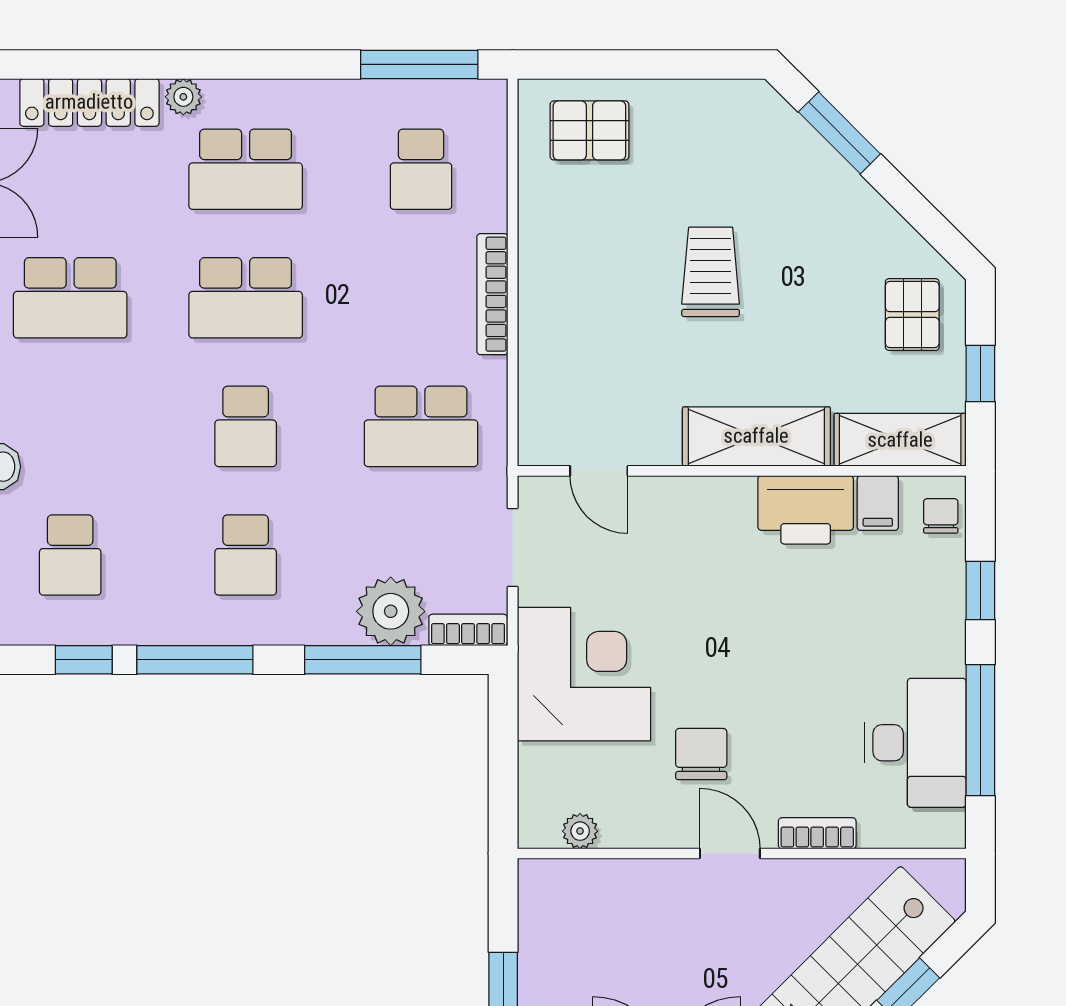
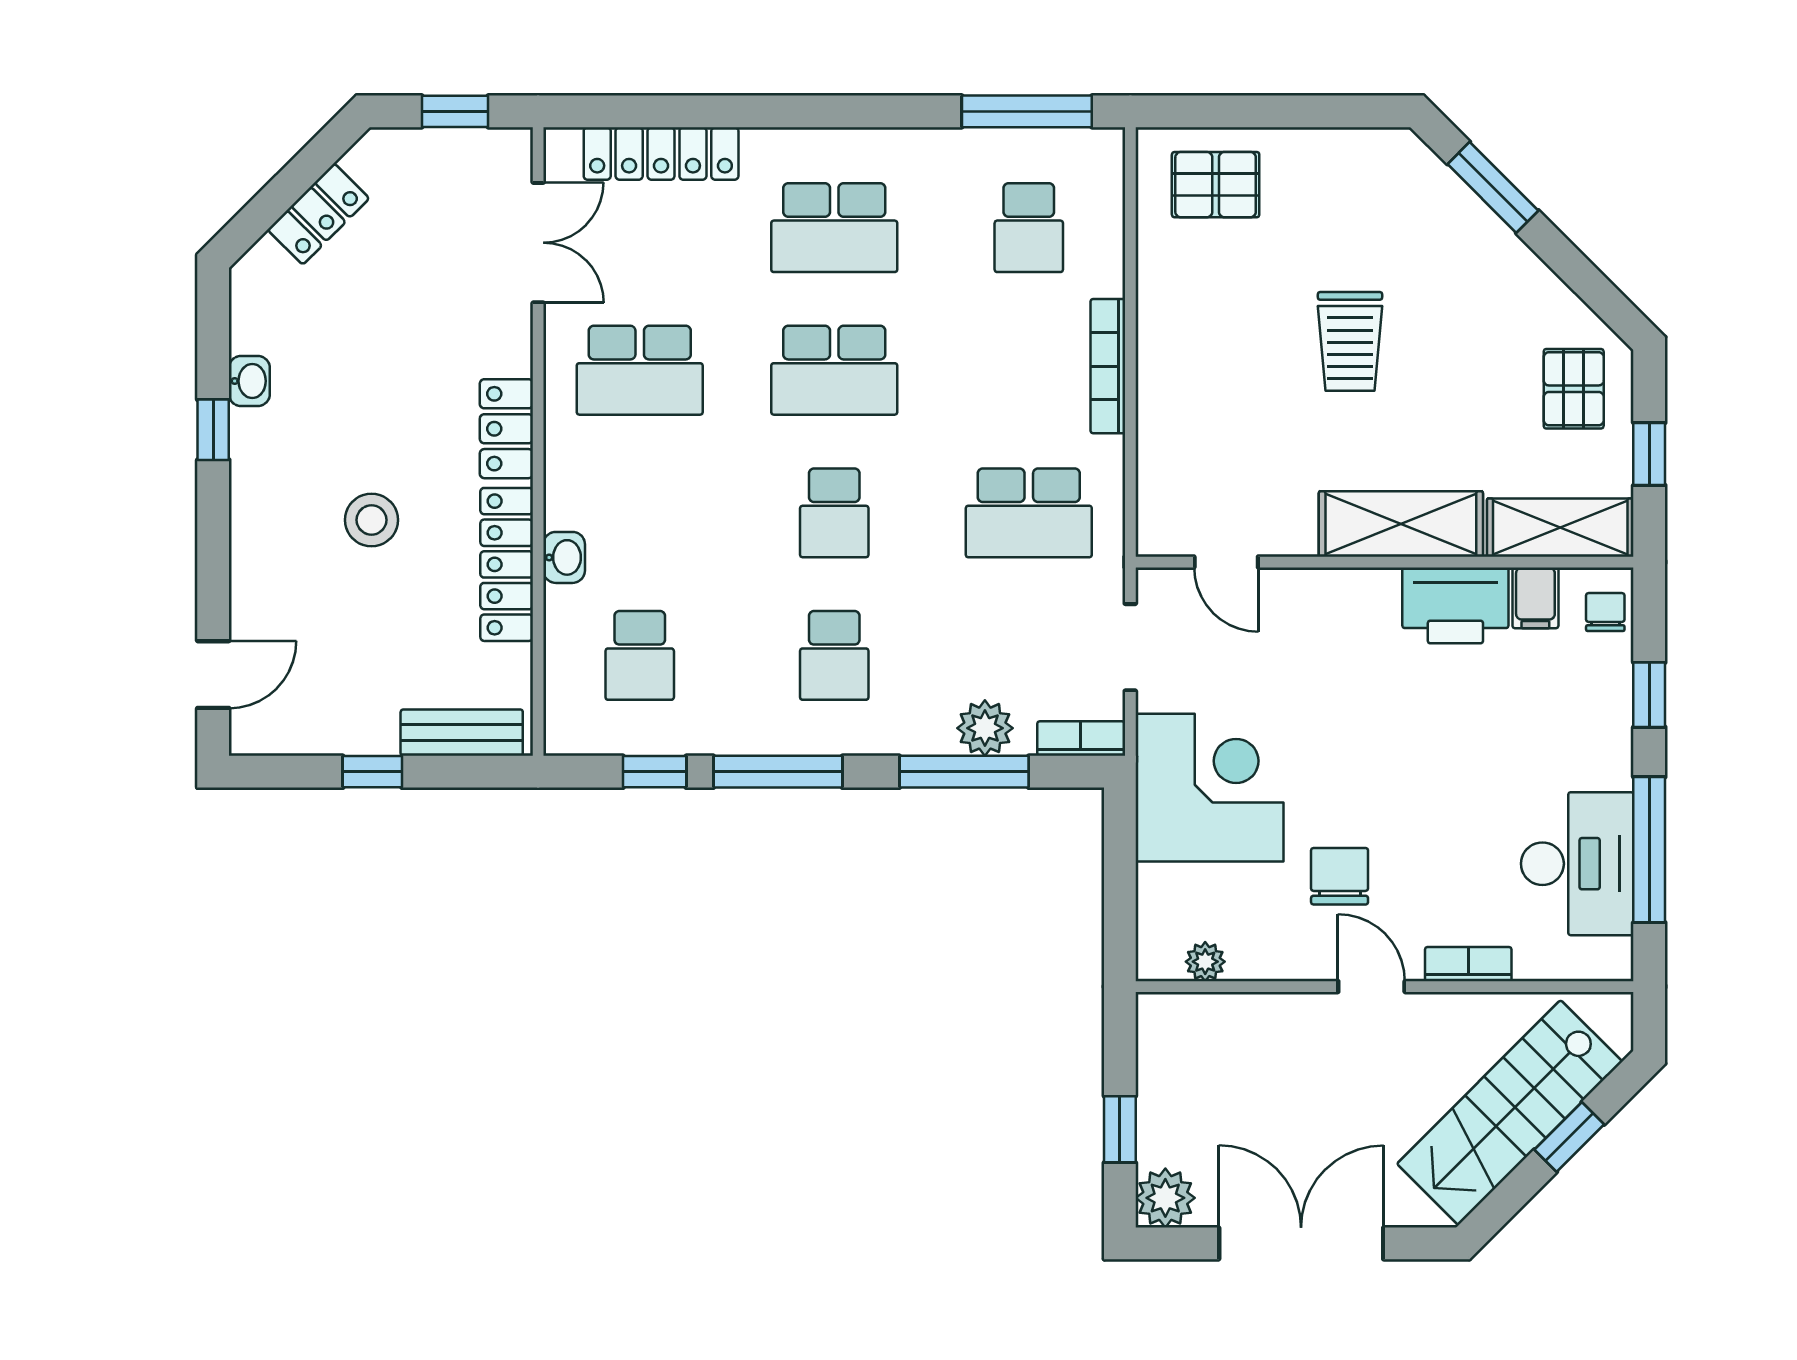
plant: (183, 97) -> (765, 147), removed
trolley: (711, 272) -> (1350, 341), turned 180
plant: (391, 611) -> (985, 728), width x0.73, depth x0.73

